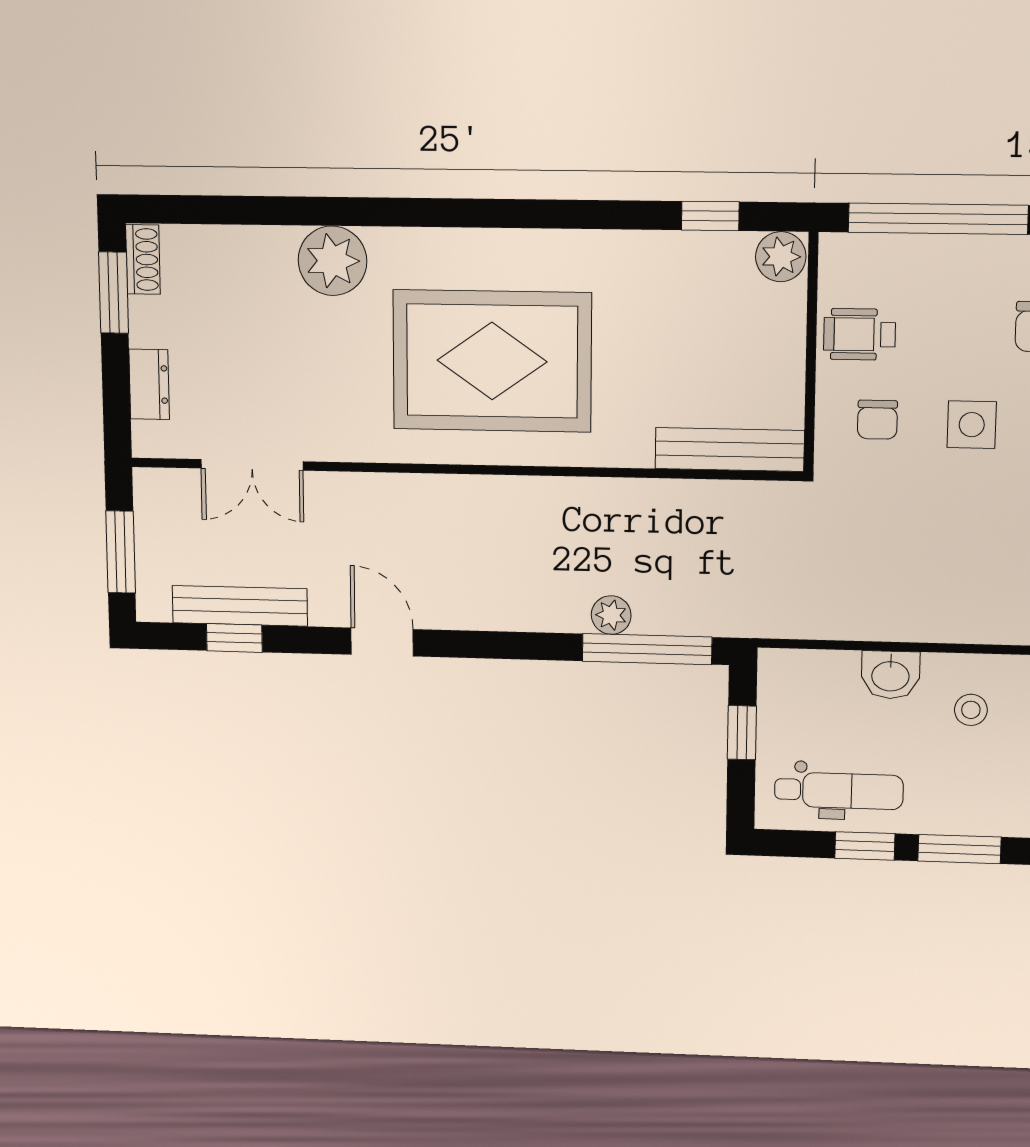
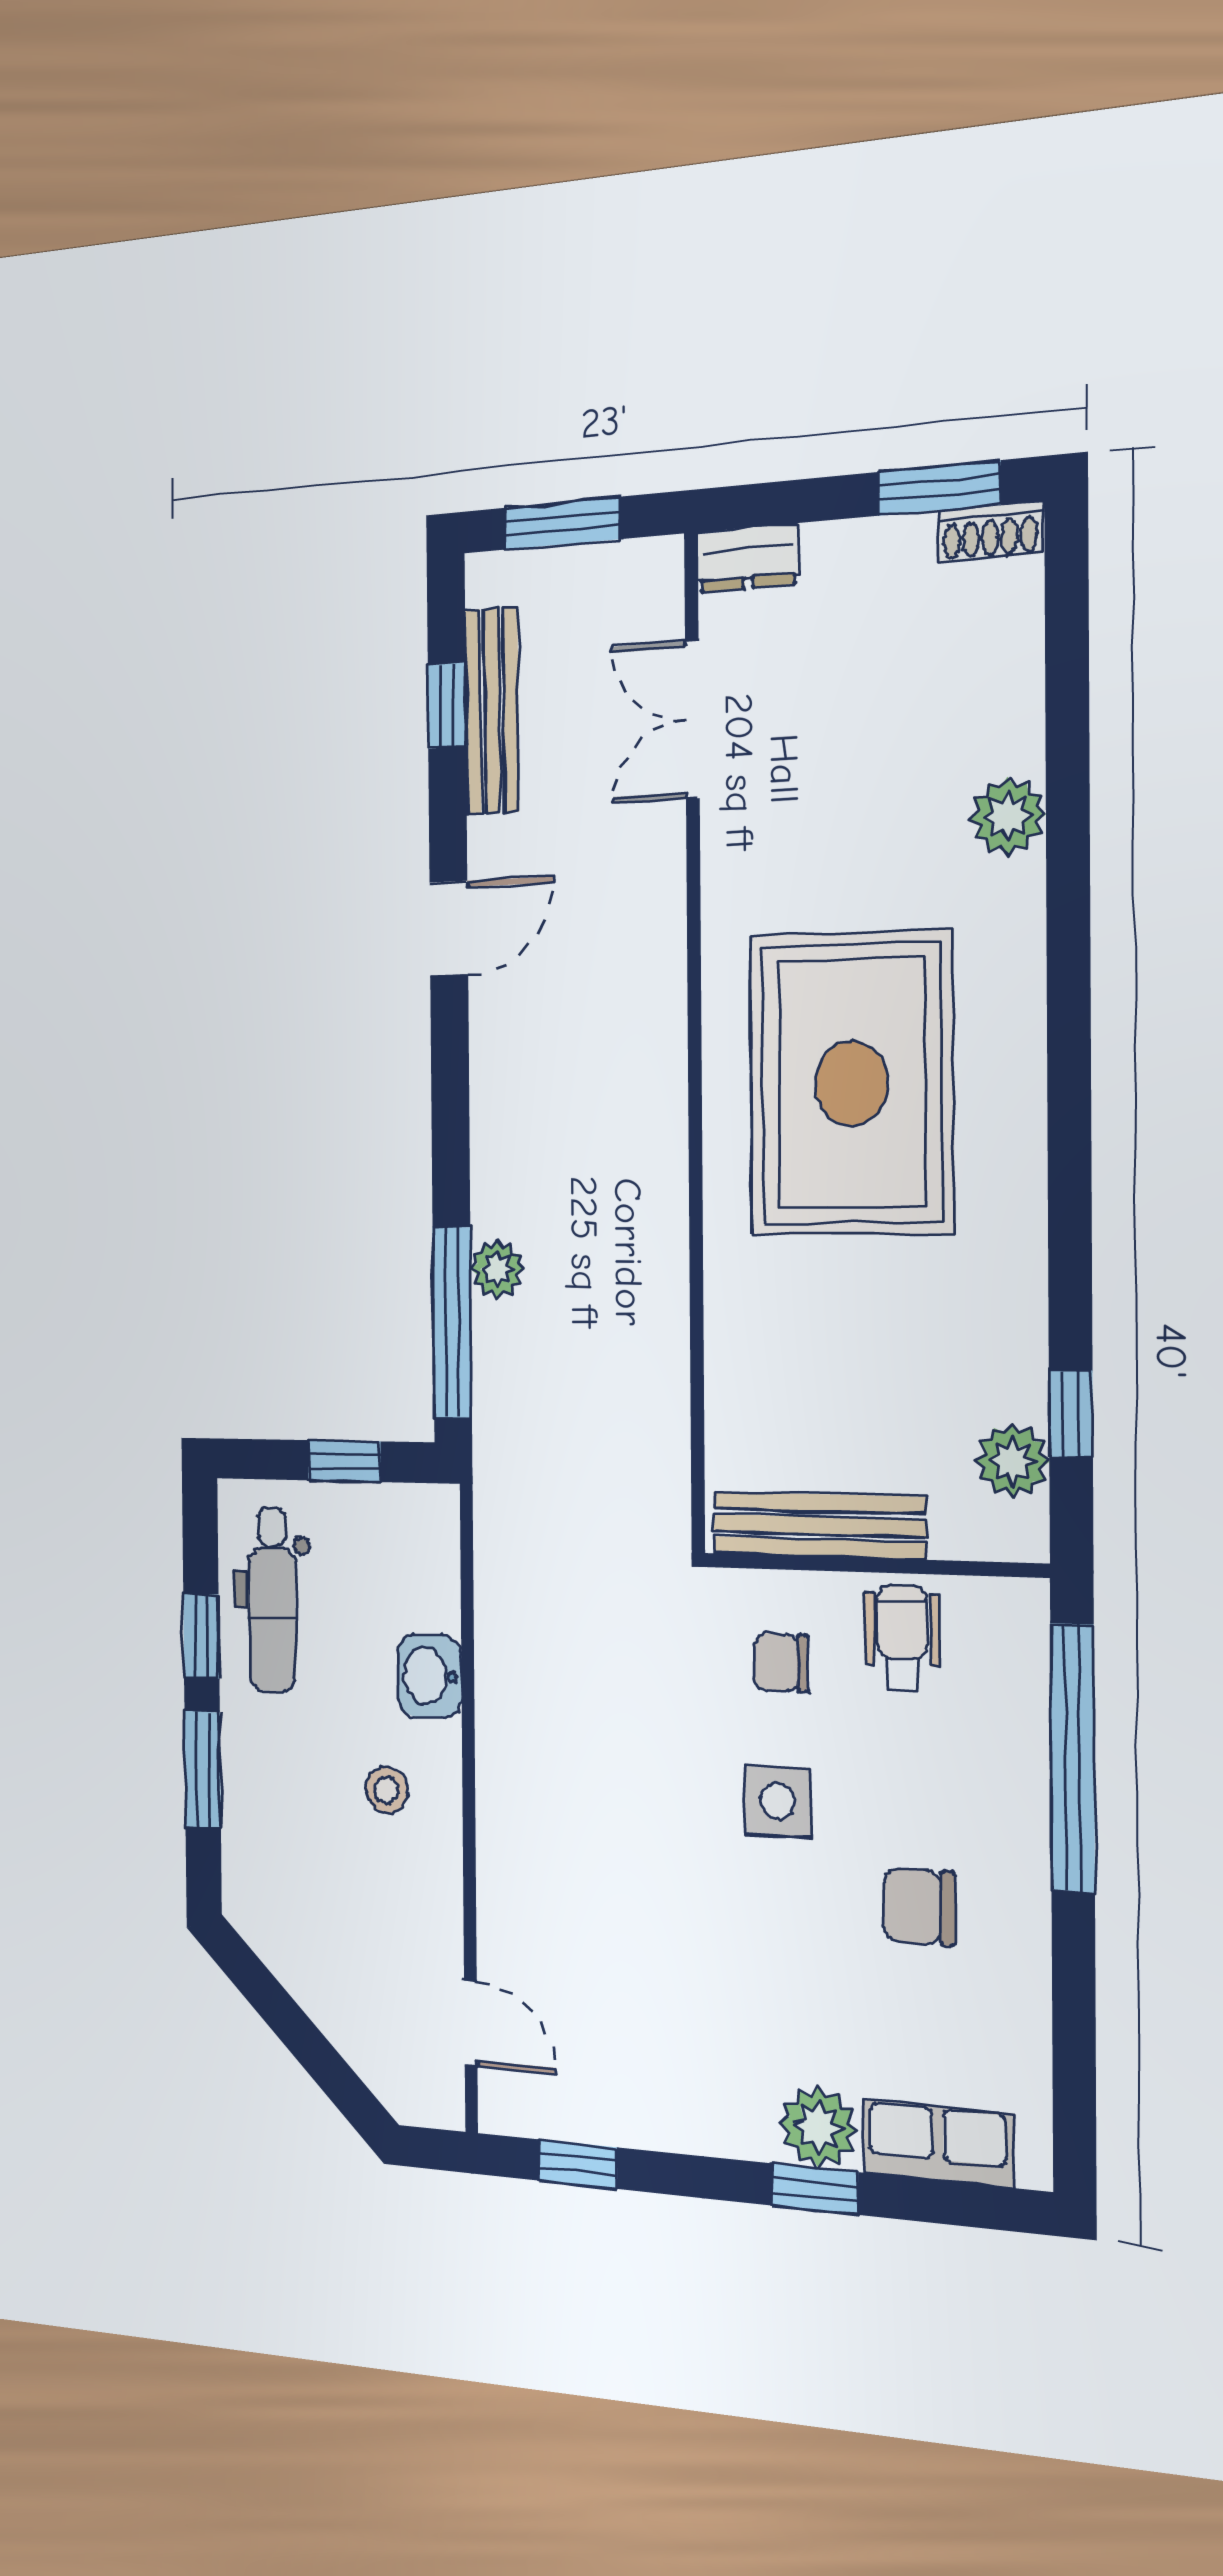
plant: (781, 257) -> (1012, 1461), moved
plant: (332, 261) -> (1008, 816), width x0.73, depth x0.73
dresser: (149, 384) -> (748, 558), moved
bench: (730, 450) -> (819, 1525), moved, turned 90

